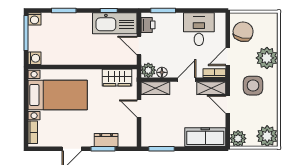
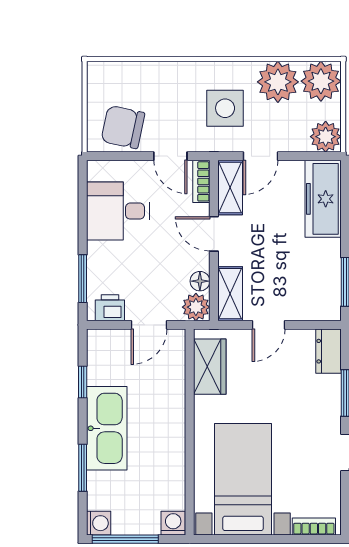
kitchen sink: (115, 23) -> (107, 428), moved
plant: (267, 58) -> (278, 82), moved
dresser: (106, 140) -> (328, 351), moved

